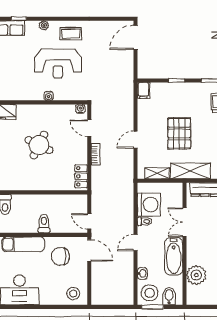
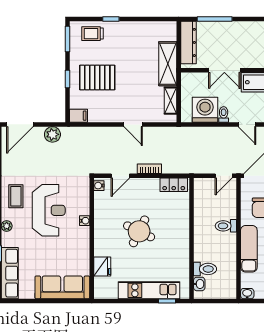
door: (136, 37) -> (20, 124), hinge flipped
plant: (126, 67) -> (52, 134), added
pallet: (179, 133) -> (97, 78), moved

